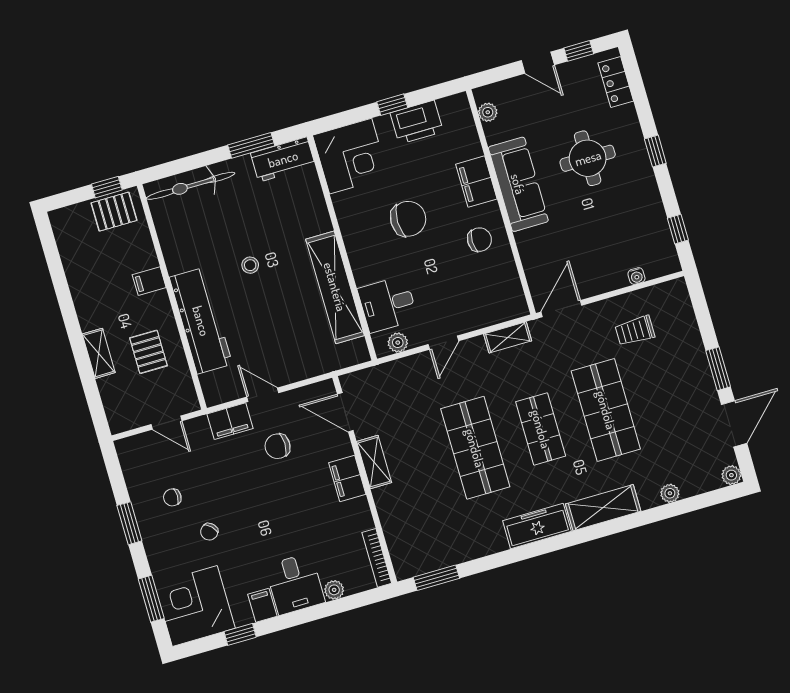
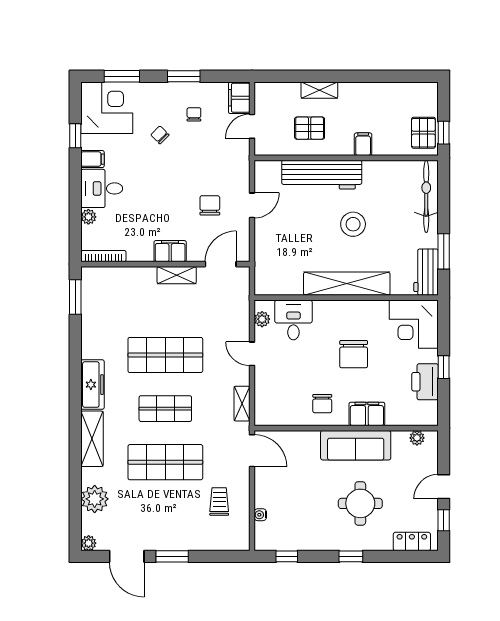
stool: (250, 265) -> (353, 224), width x1.89, depth x1.89
shelving: (335, 287) -> (347, 284), moved
filing cabinet: (230, 421) -> (239, 98), moved
plant: (670, 493) -> (95, 499), width x1.88, depth x1.88

